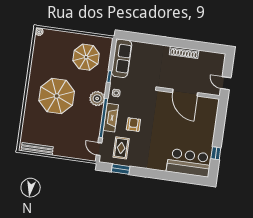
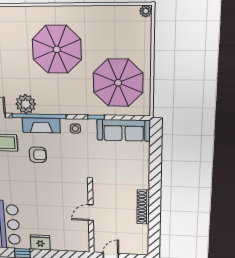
parasol: (86, 57) -> (118, 83), width x1.36, depth x1.36
door: (185, 93) -> (91, 213), width x0.53
plant: (97, 98) -> (26, 104), moved
fridge: (207, 137) -> (40, 242), added

